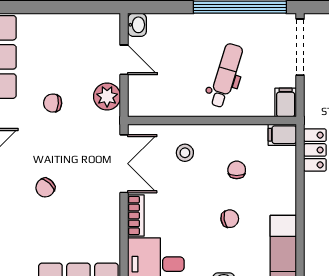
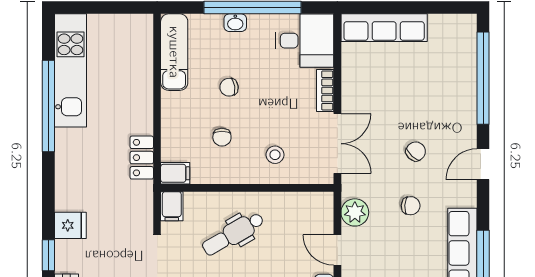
dental chair: (226, 75) -> (233, 234), turned 43
double door: (124, 164) -> (337, 144), swing flipped
chair: (45, 188) -> (416, 151), moved

